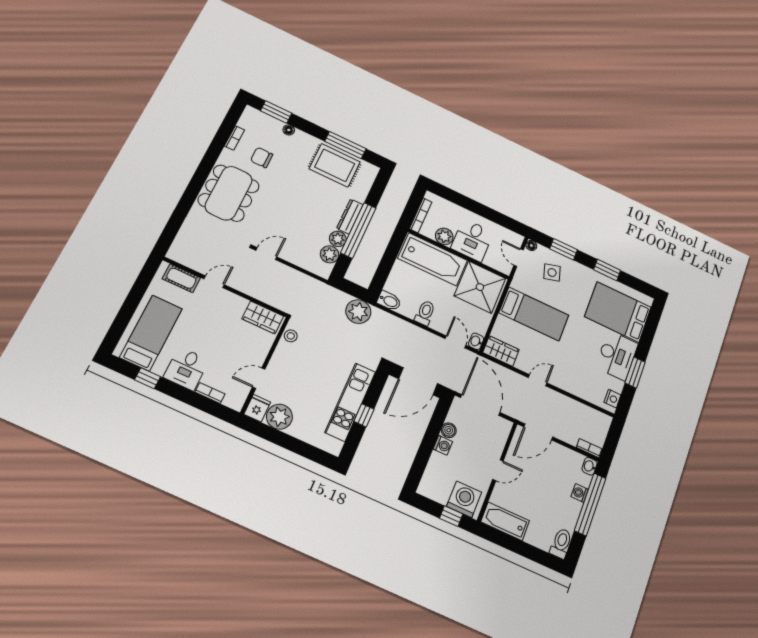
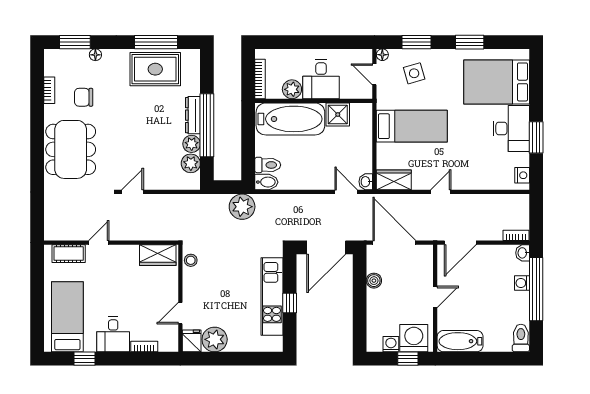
shower: (480, 287) -> (338, 115), width x0.54, depth x0.54
toilet: (425, 313) -> (268, 165), moved, turned 90
washing machine: (443, 445) -> (391, 344), moved, turned -90

